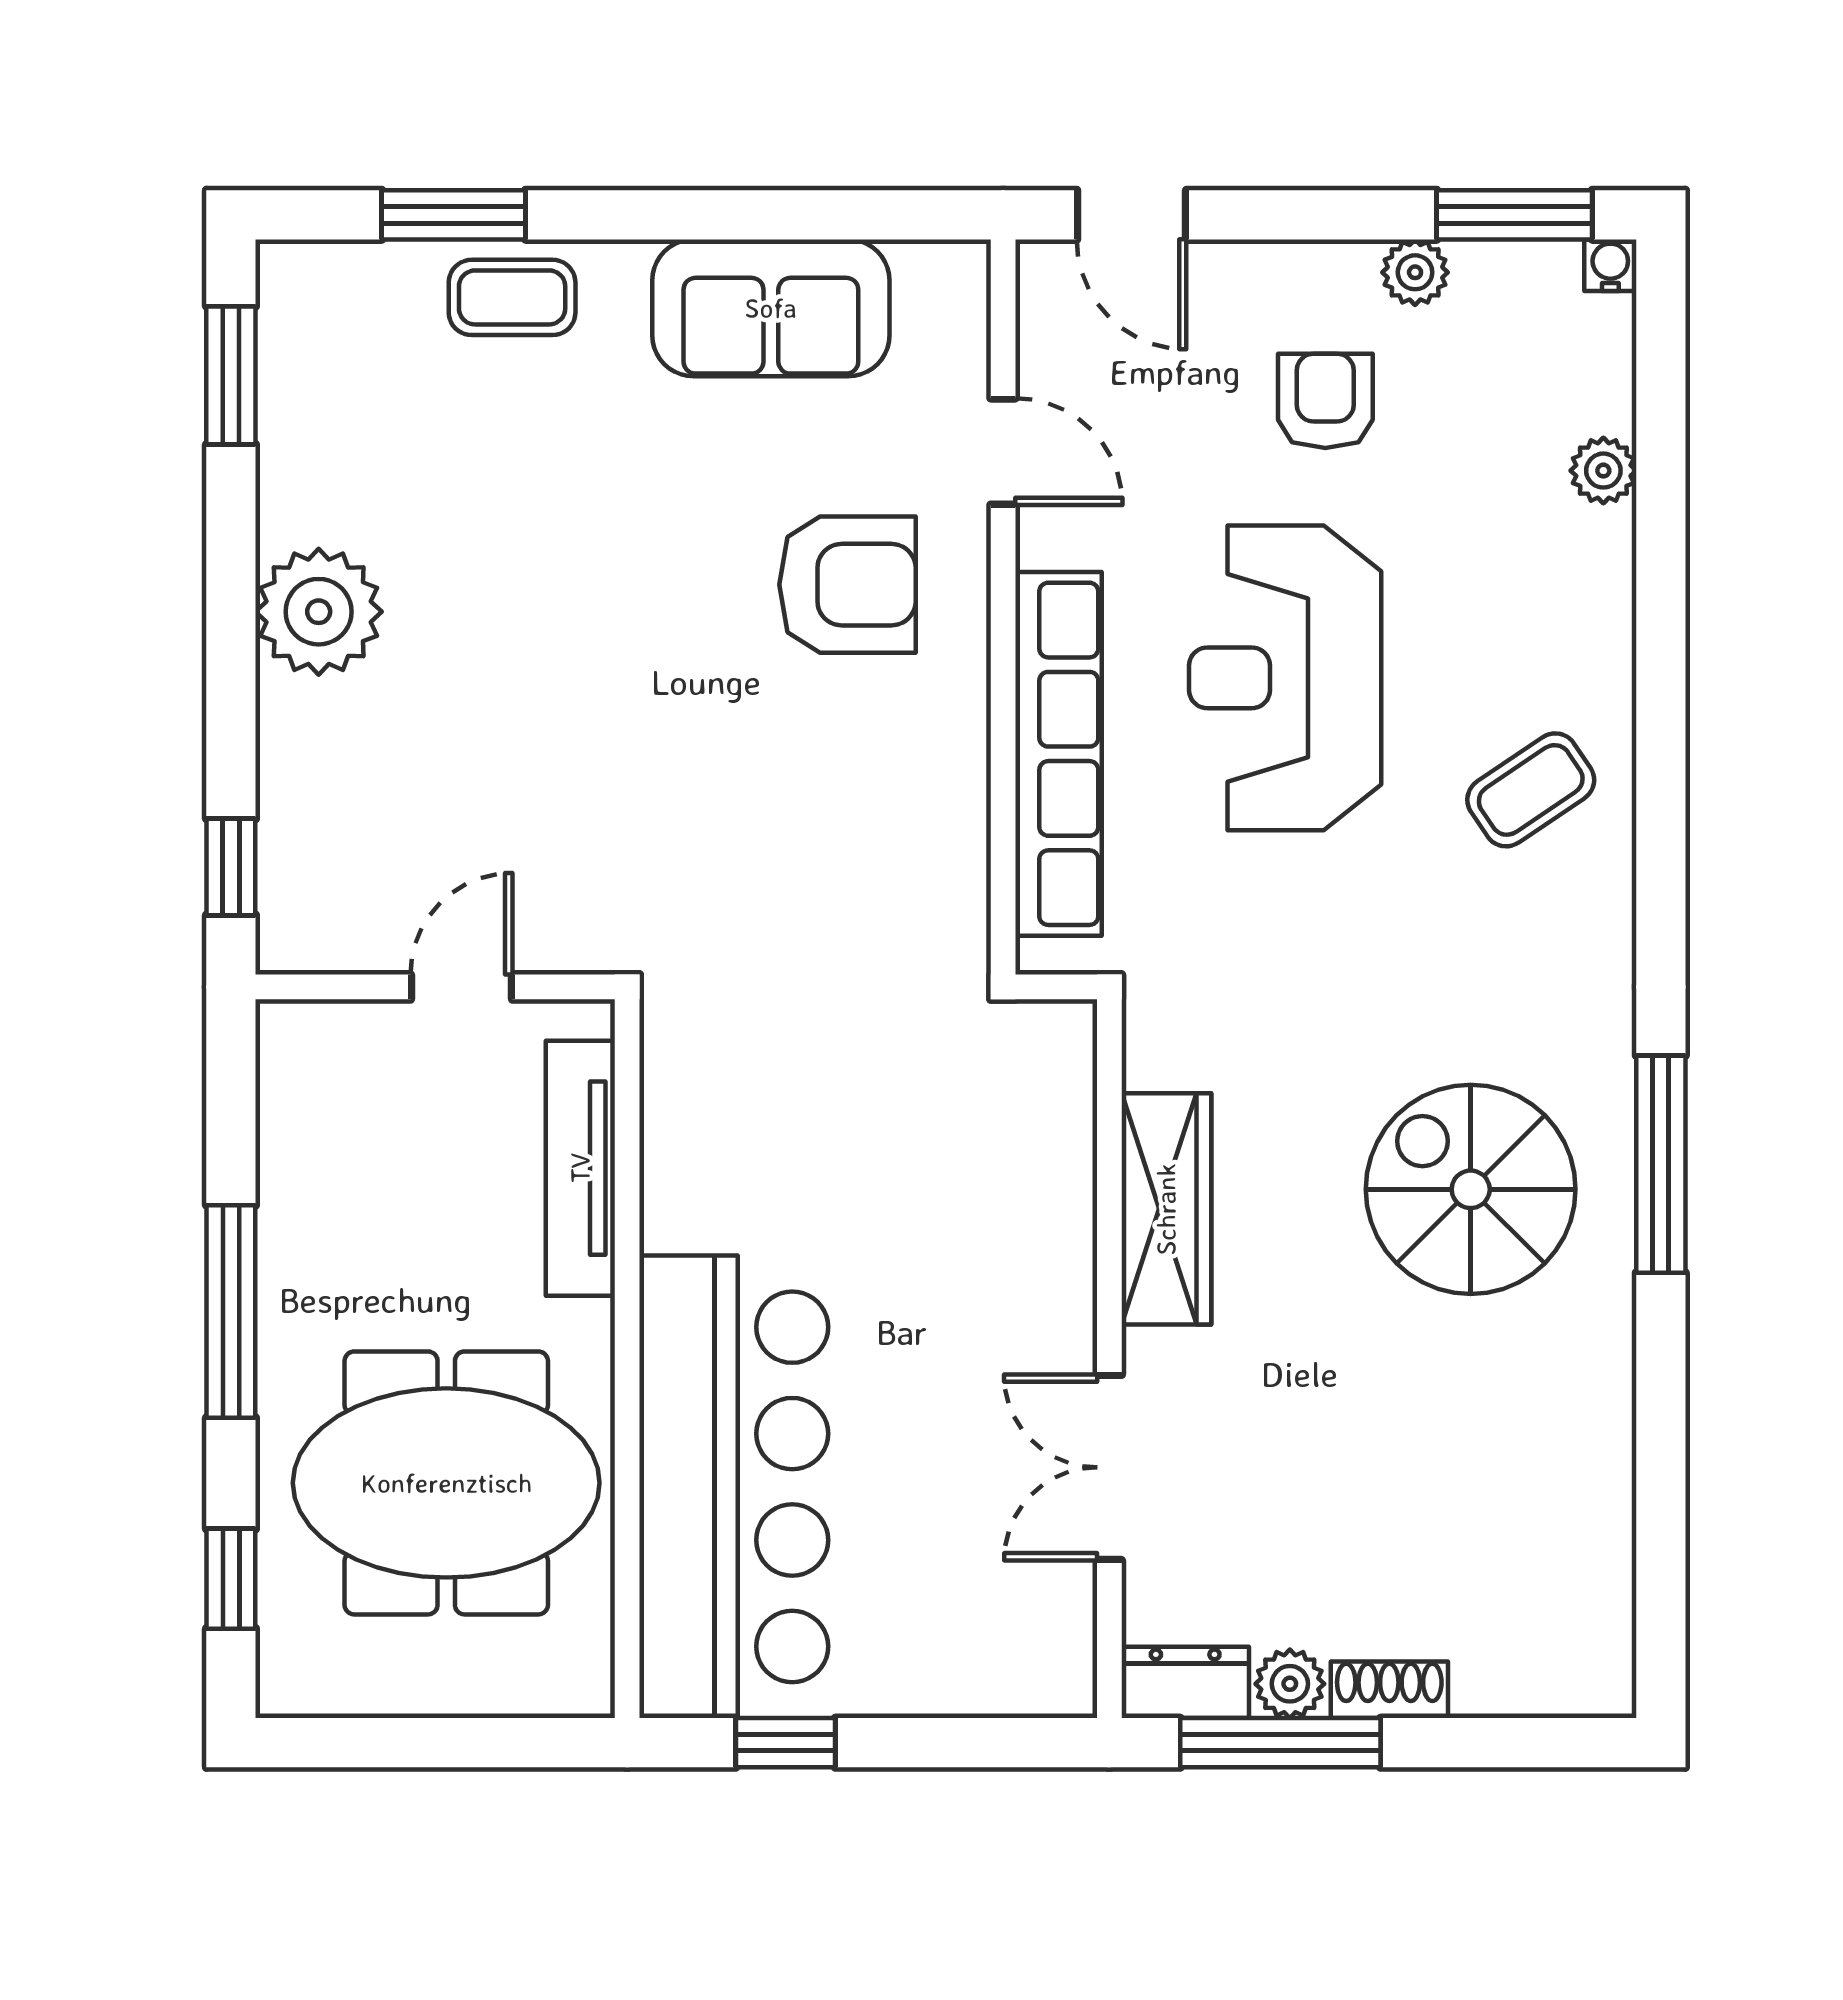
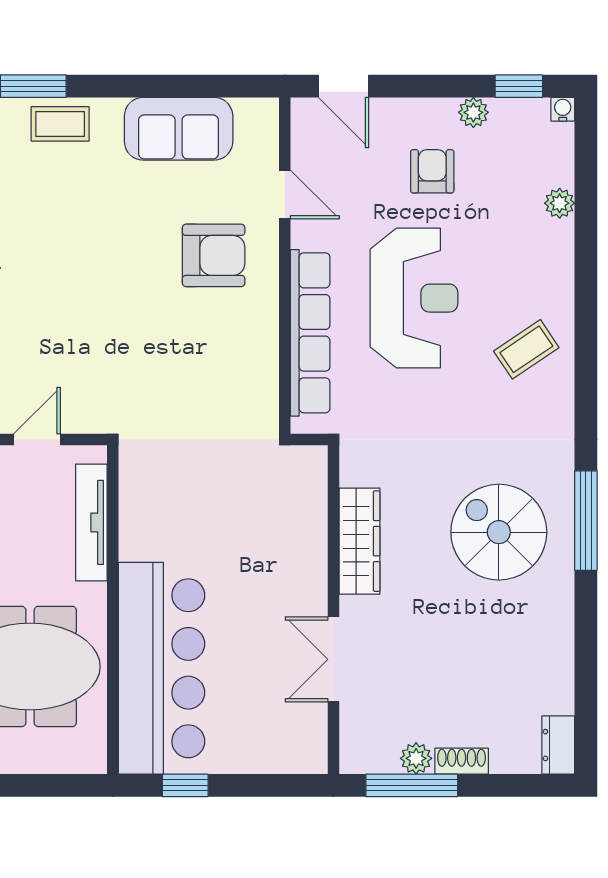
window: (1514, 215) -> (519, 86), width x0.67
reception desk: (1285, 678) -> (414, 298), turned 180
dresser: (1185, 1682) -> (558, 745), moved, turned -90

